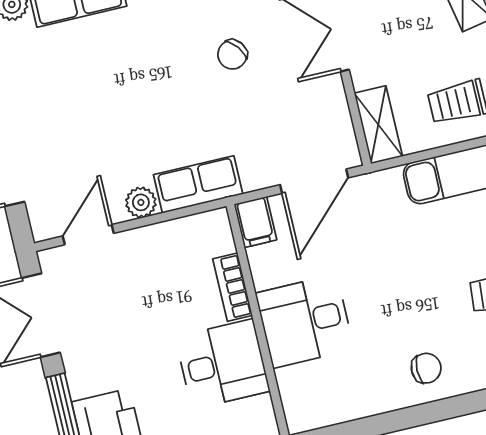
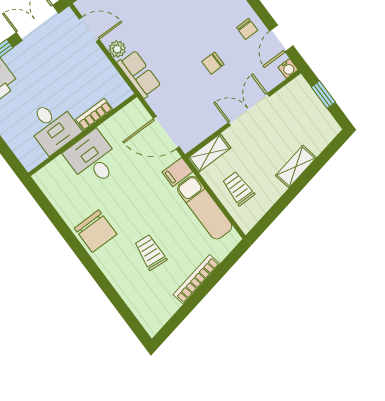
chair: (232, 55) -> (213, 63), turned -53
filing cabinet: (255, 222) -> (177, 172), moved
chair: (426, 368) -> (96, 231), width x1.87, depth x1.87

